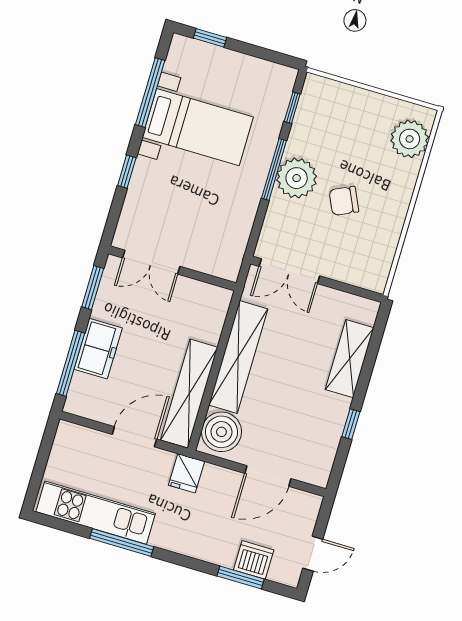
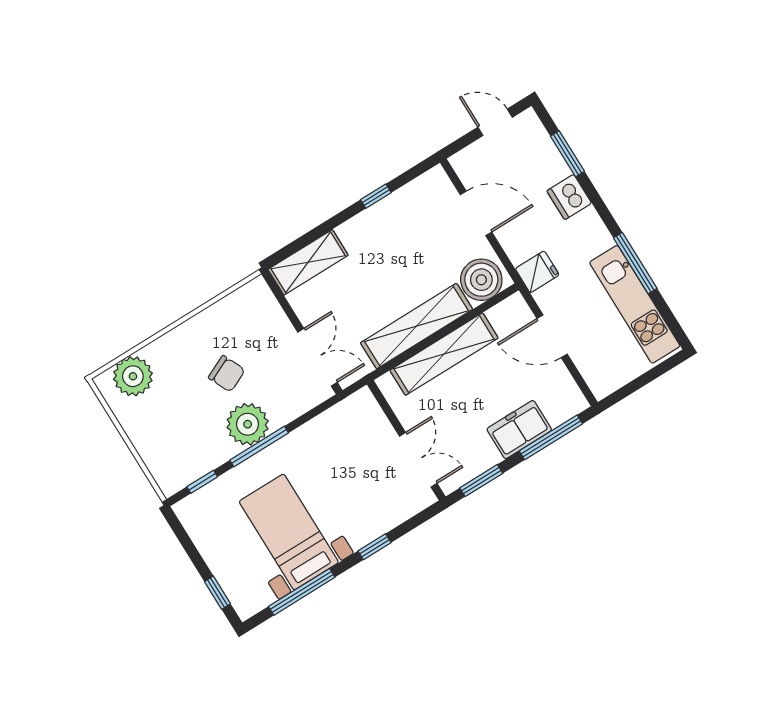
shelving: (350, 359) -> (308, 262), moved
shelving: (189, 394) -> (444, 354), moved
dishwasher: (254, 560) -> (569, 197), moved

